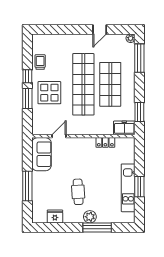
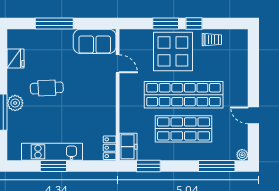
display table: (49, 93) -> (173, 51), width x1.36, depth x1.36
locker: (105, 142) -> (110, 148), moved

